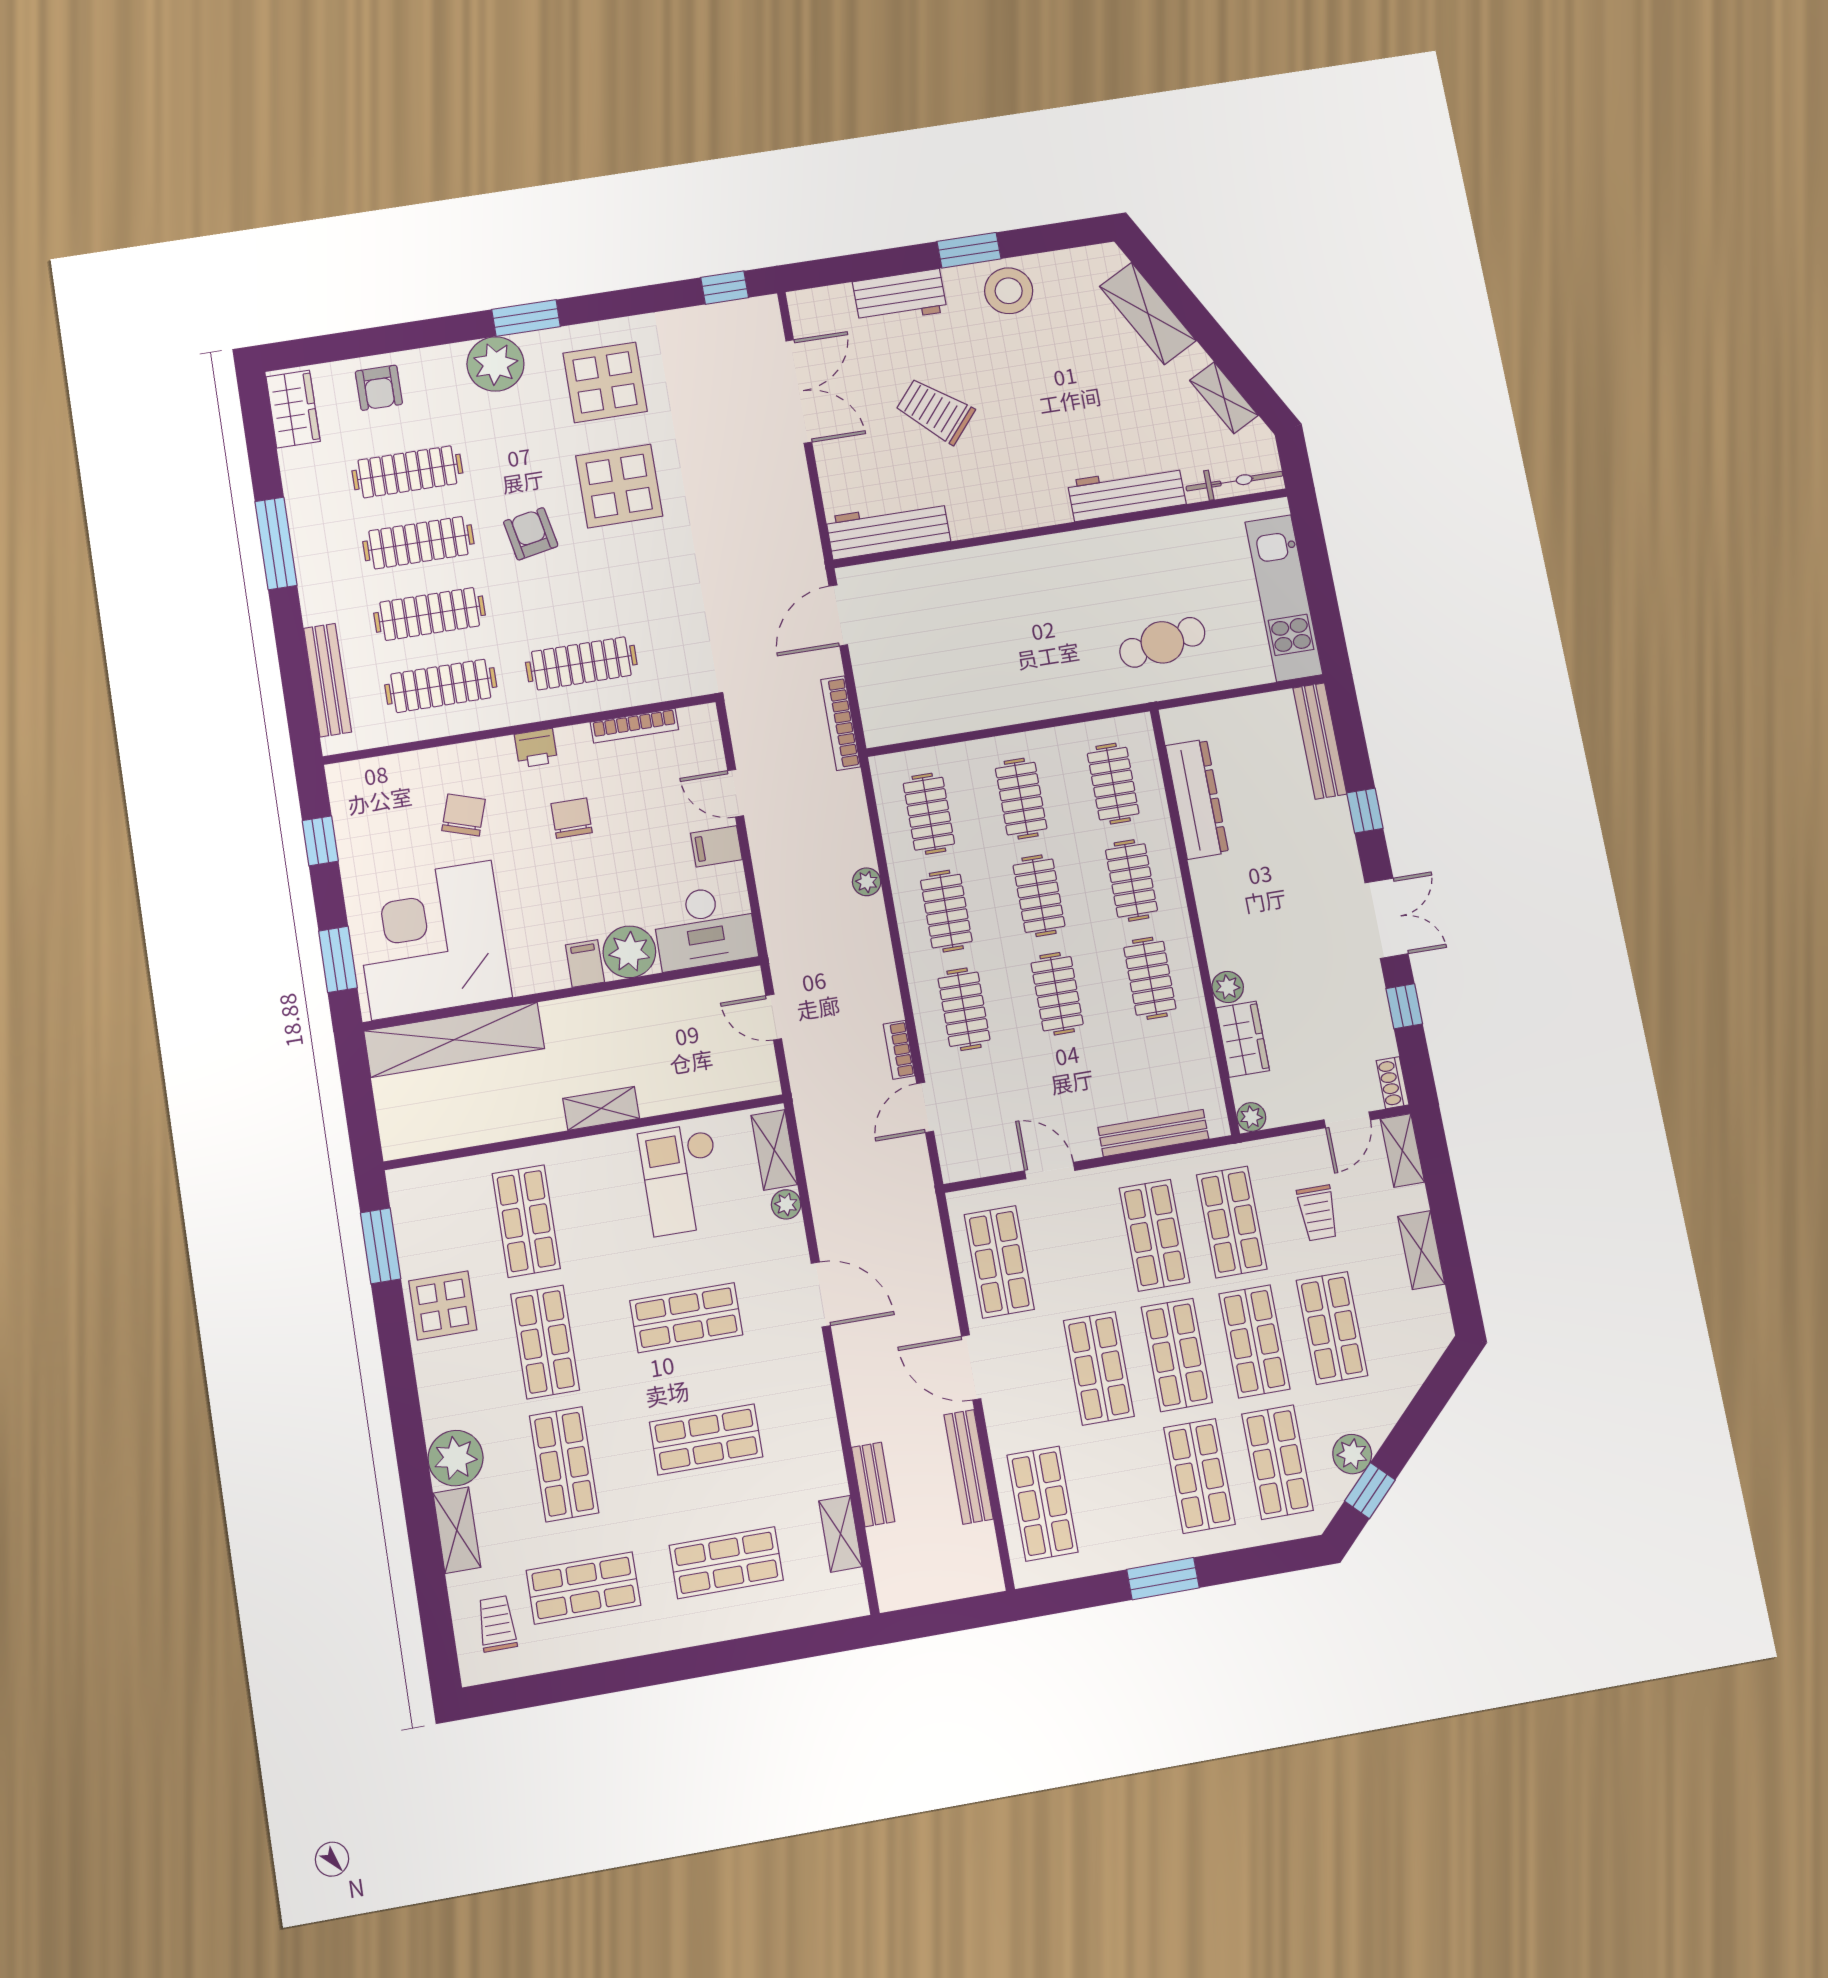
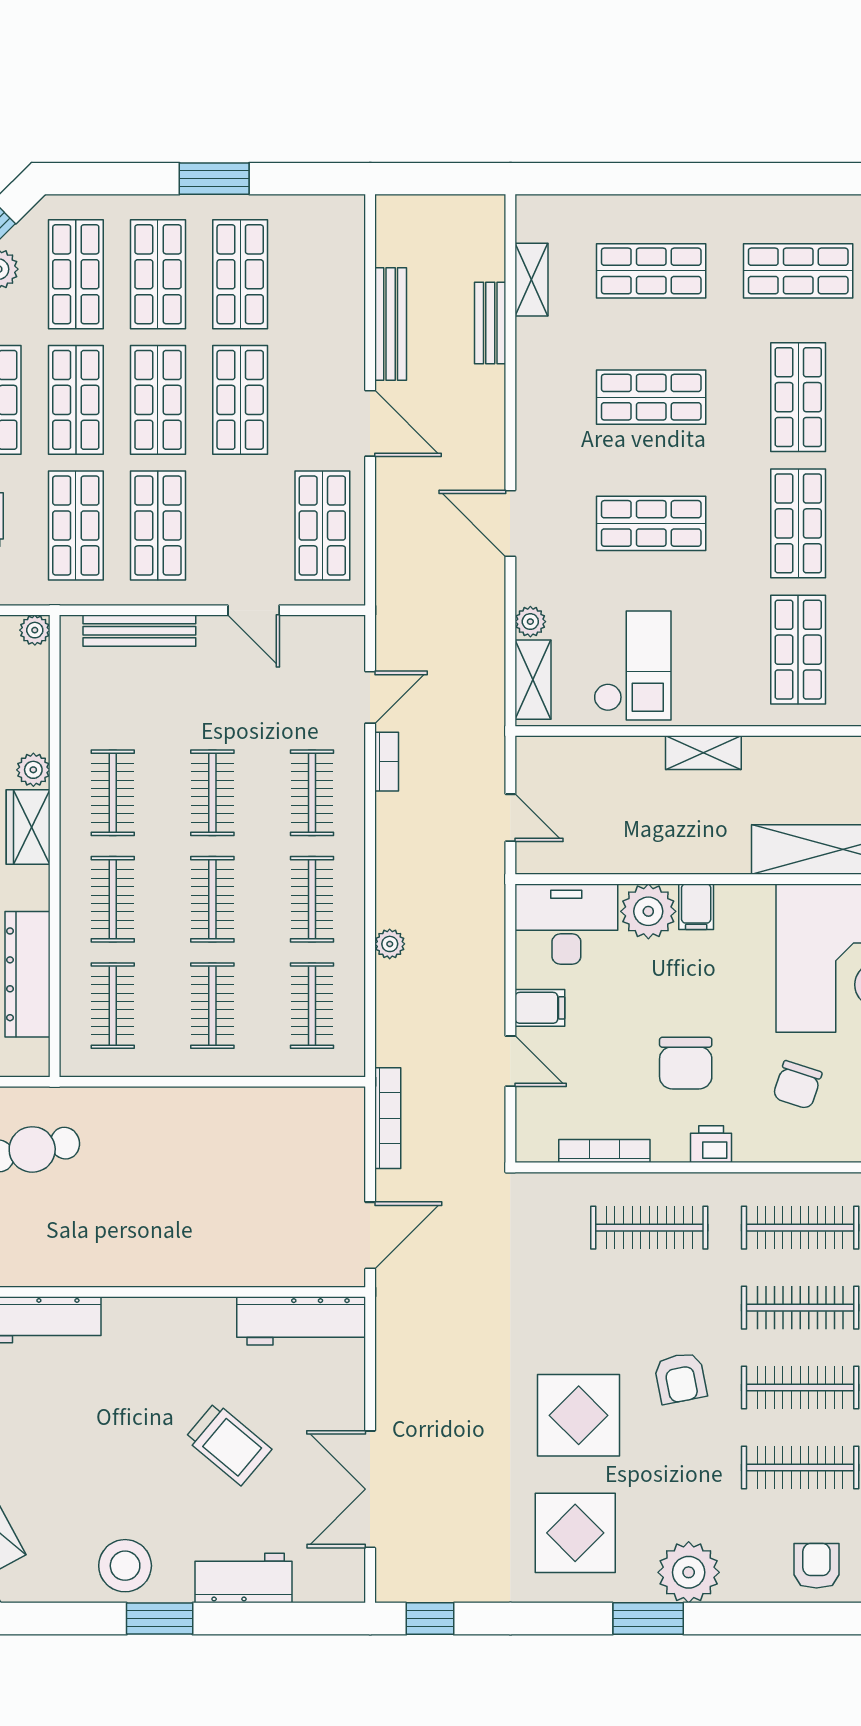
chair: (572, 818) -> (686, 1063), width x1.37, depth x1.37
wardrobe: (1243, 1039) -> (28, 827), moved
shop shelf: (1042, 1504) -> (240, 274), moved

